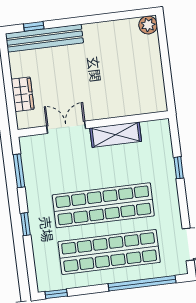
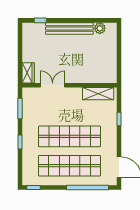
plant: (148, 25) -> (100, 28), moved
bench: (44, 38) -> (69, 29), moved
wardrobe: (23, 94) -> (28, 73), moved
shelving: (116, 135) -> (98, 94), moved

